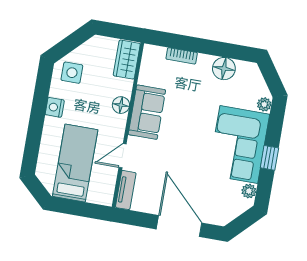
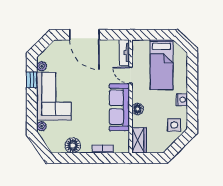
sofa: (147, 112) -> (119, 107), width x1.36
door: (123, 156) -> (131, 75), swing flipped
window: (269, 158) -> (32, 80), moved

